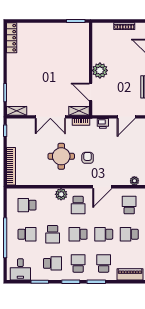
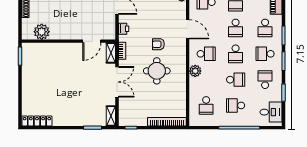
plant: (100, 70) -> (42, 32), moved
school desk: (27, 234) -> (236, 105), turned -90
school desk: (104, 263) -> (265, 28), turned -90

